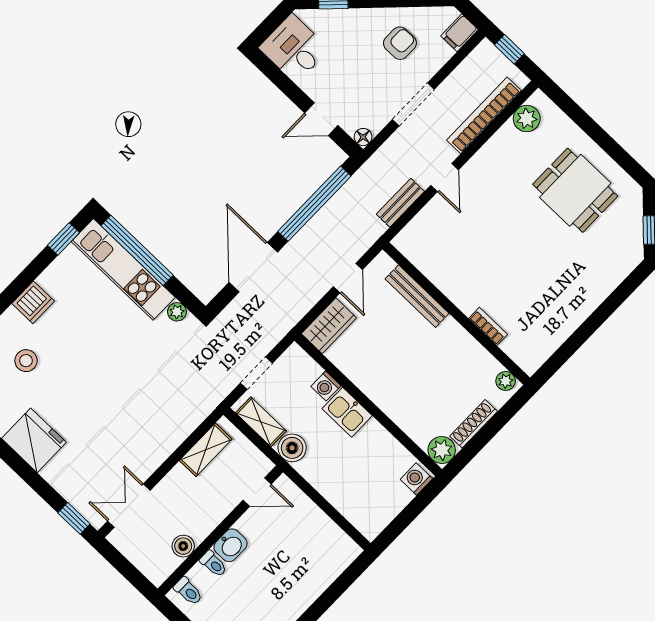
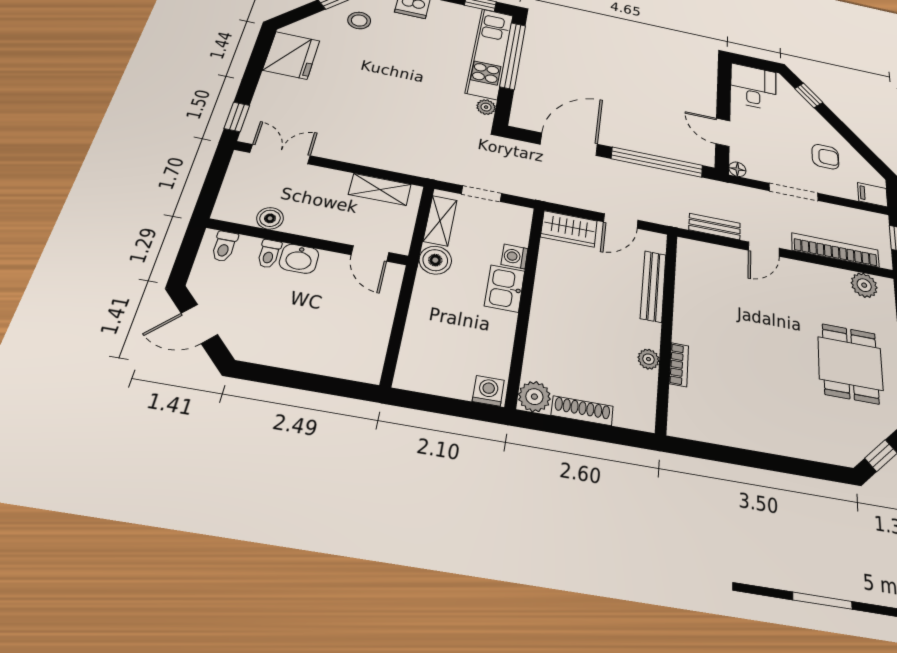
plant: (506, 381) -> (648, 359), moved

